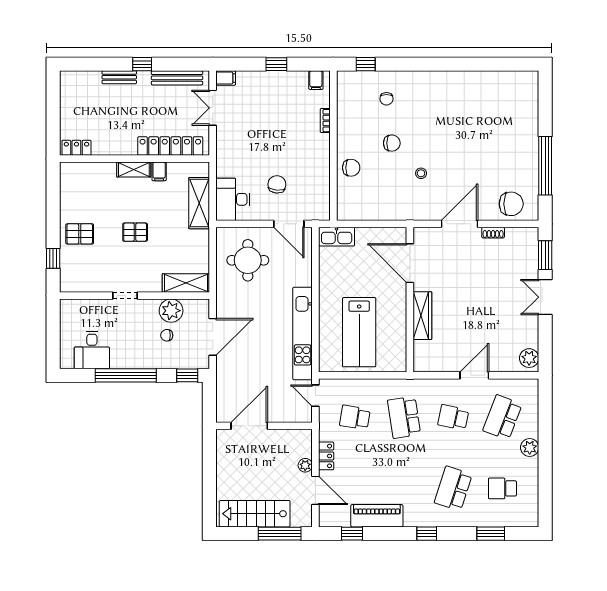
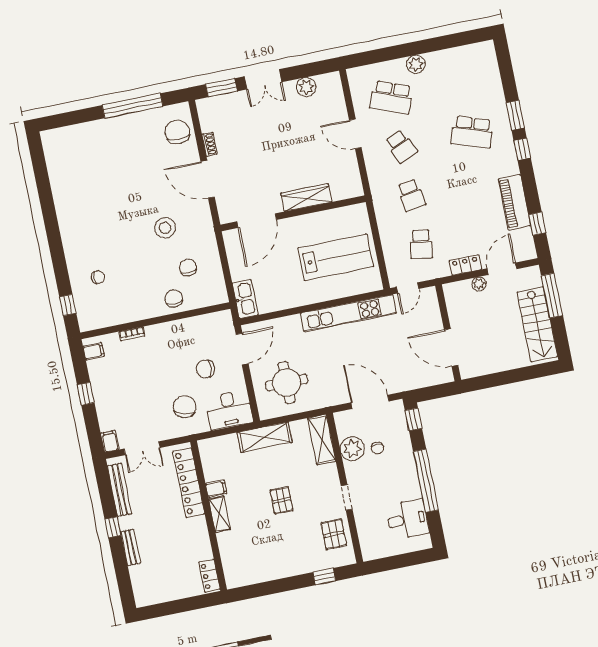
chair: (392, 143) -> (188, 267), moved
chair: (244, 157) -> (185, 407), added
stool: (421, 173) -> (165, 228), width x1.89, depth x1.89
shelving: (199, 203) -> (265, 437), moved
pallet: (80, 234) -> (334, 534), moved
plant: (529, 358) -> (306, 87), moved
school desk: (404, 417) -> (411, 195), width x0.54
school desk: (453, 417) -> (401, 146), turned -36
school desk: (502, 488) -> (462, 83), removed
window: (491, 534) -> (515, 115), moved

